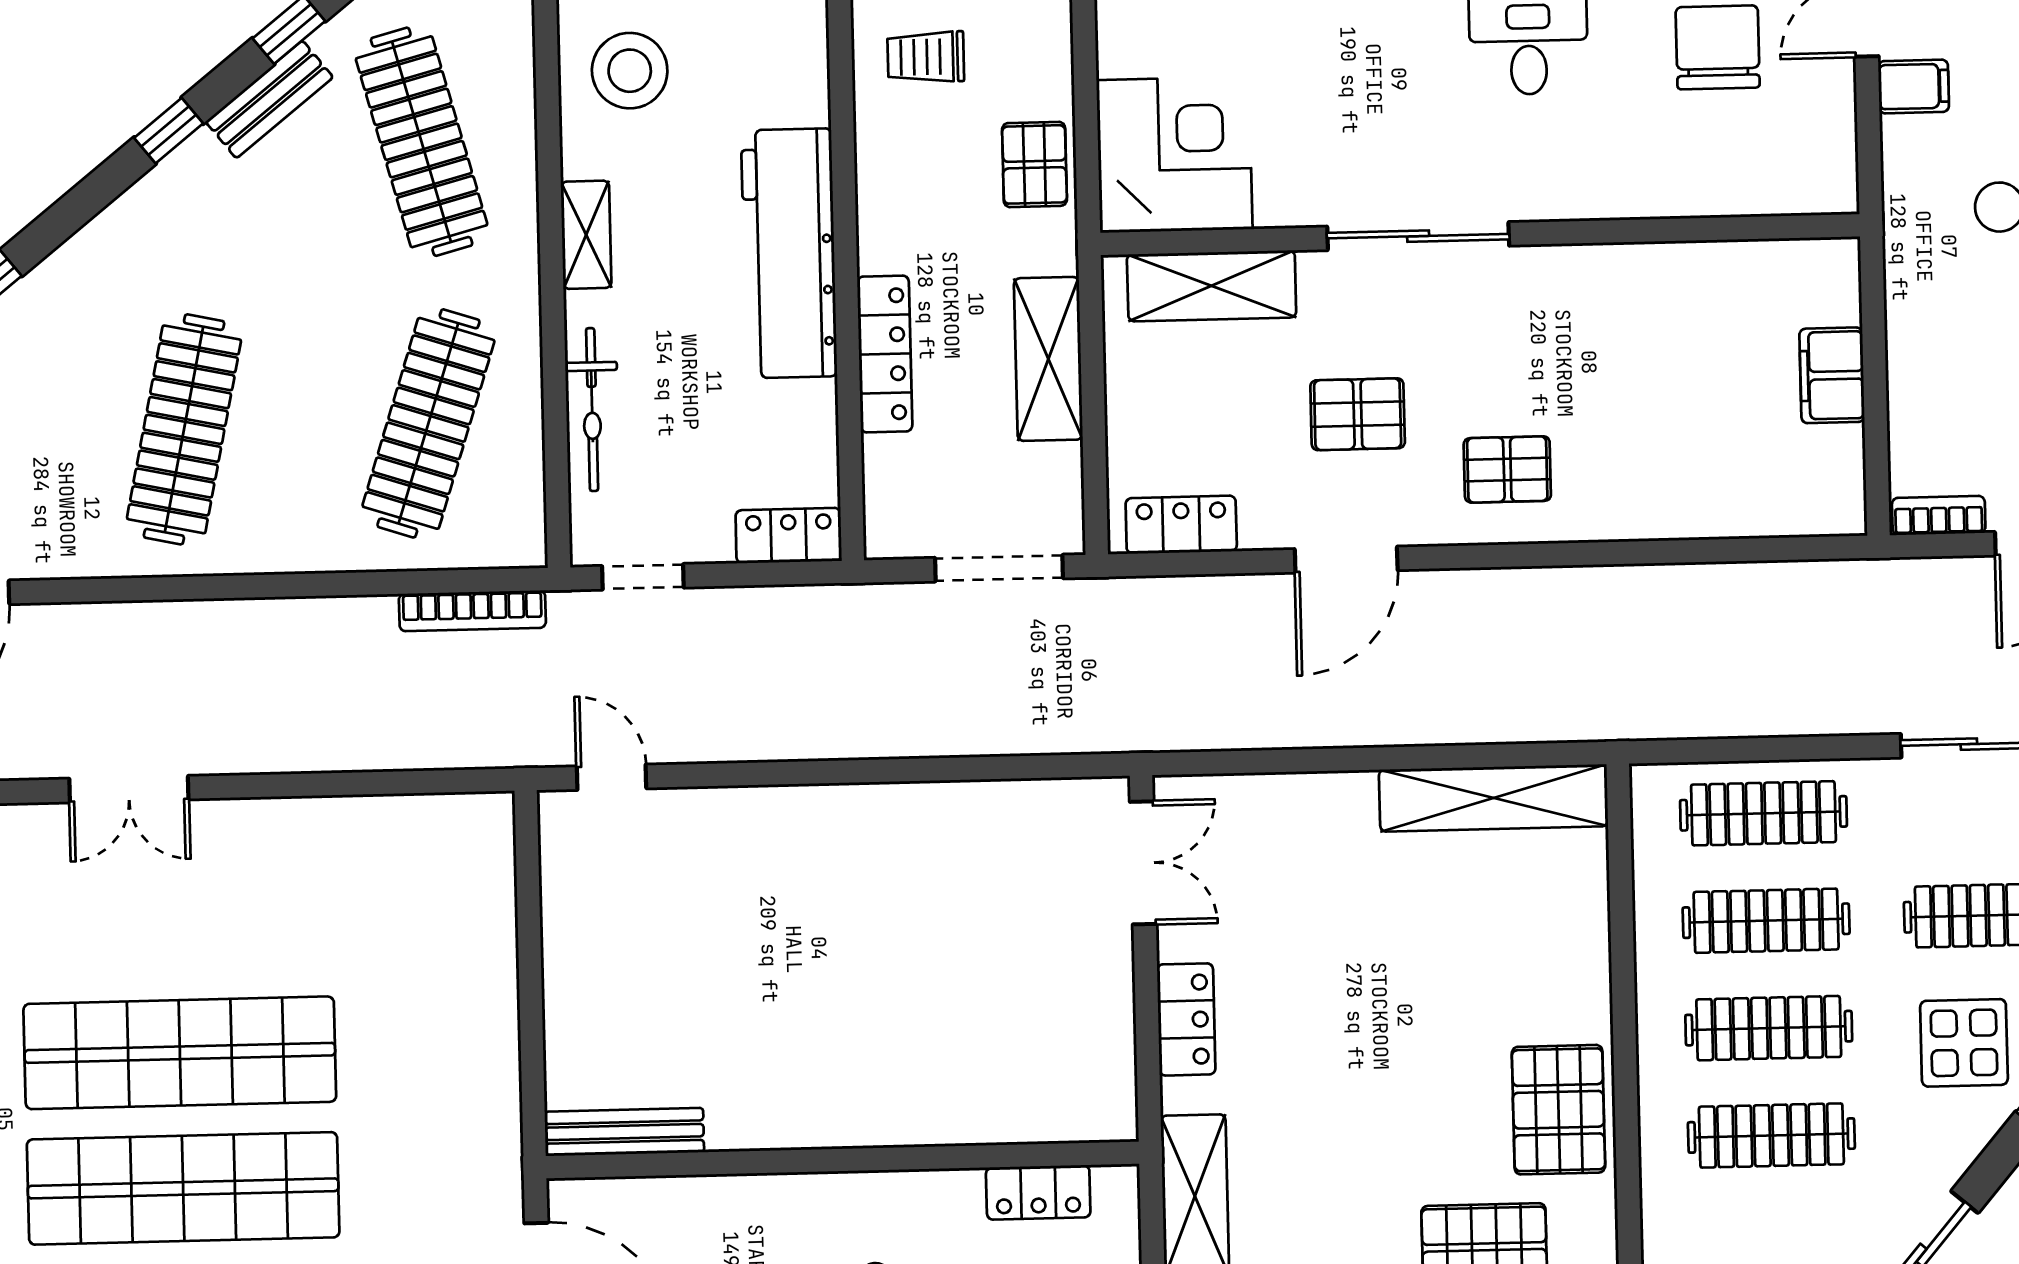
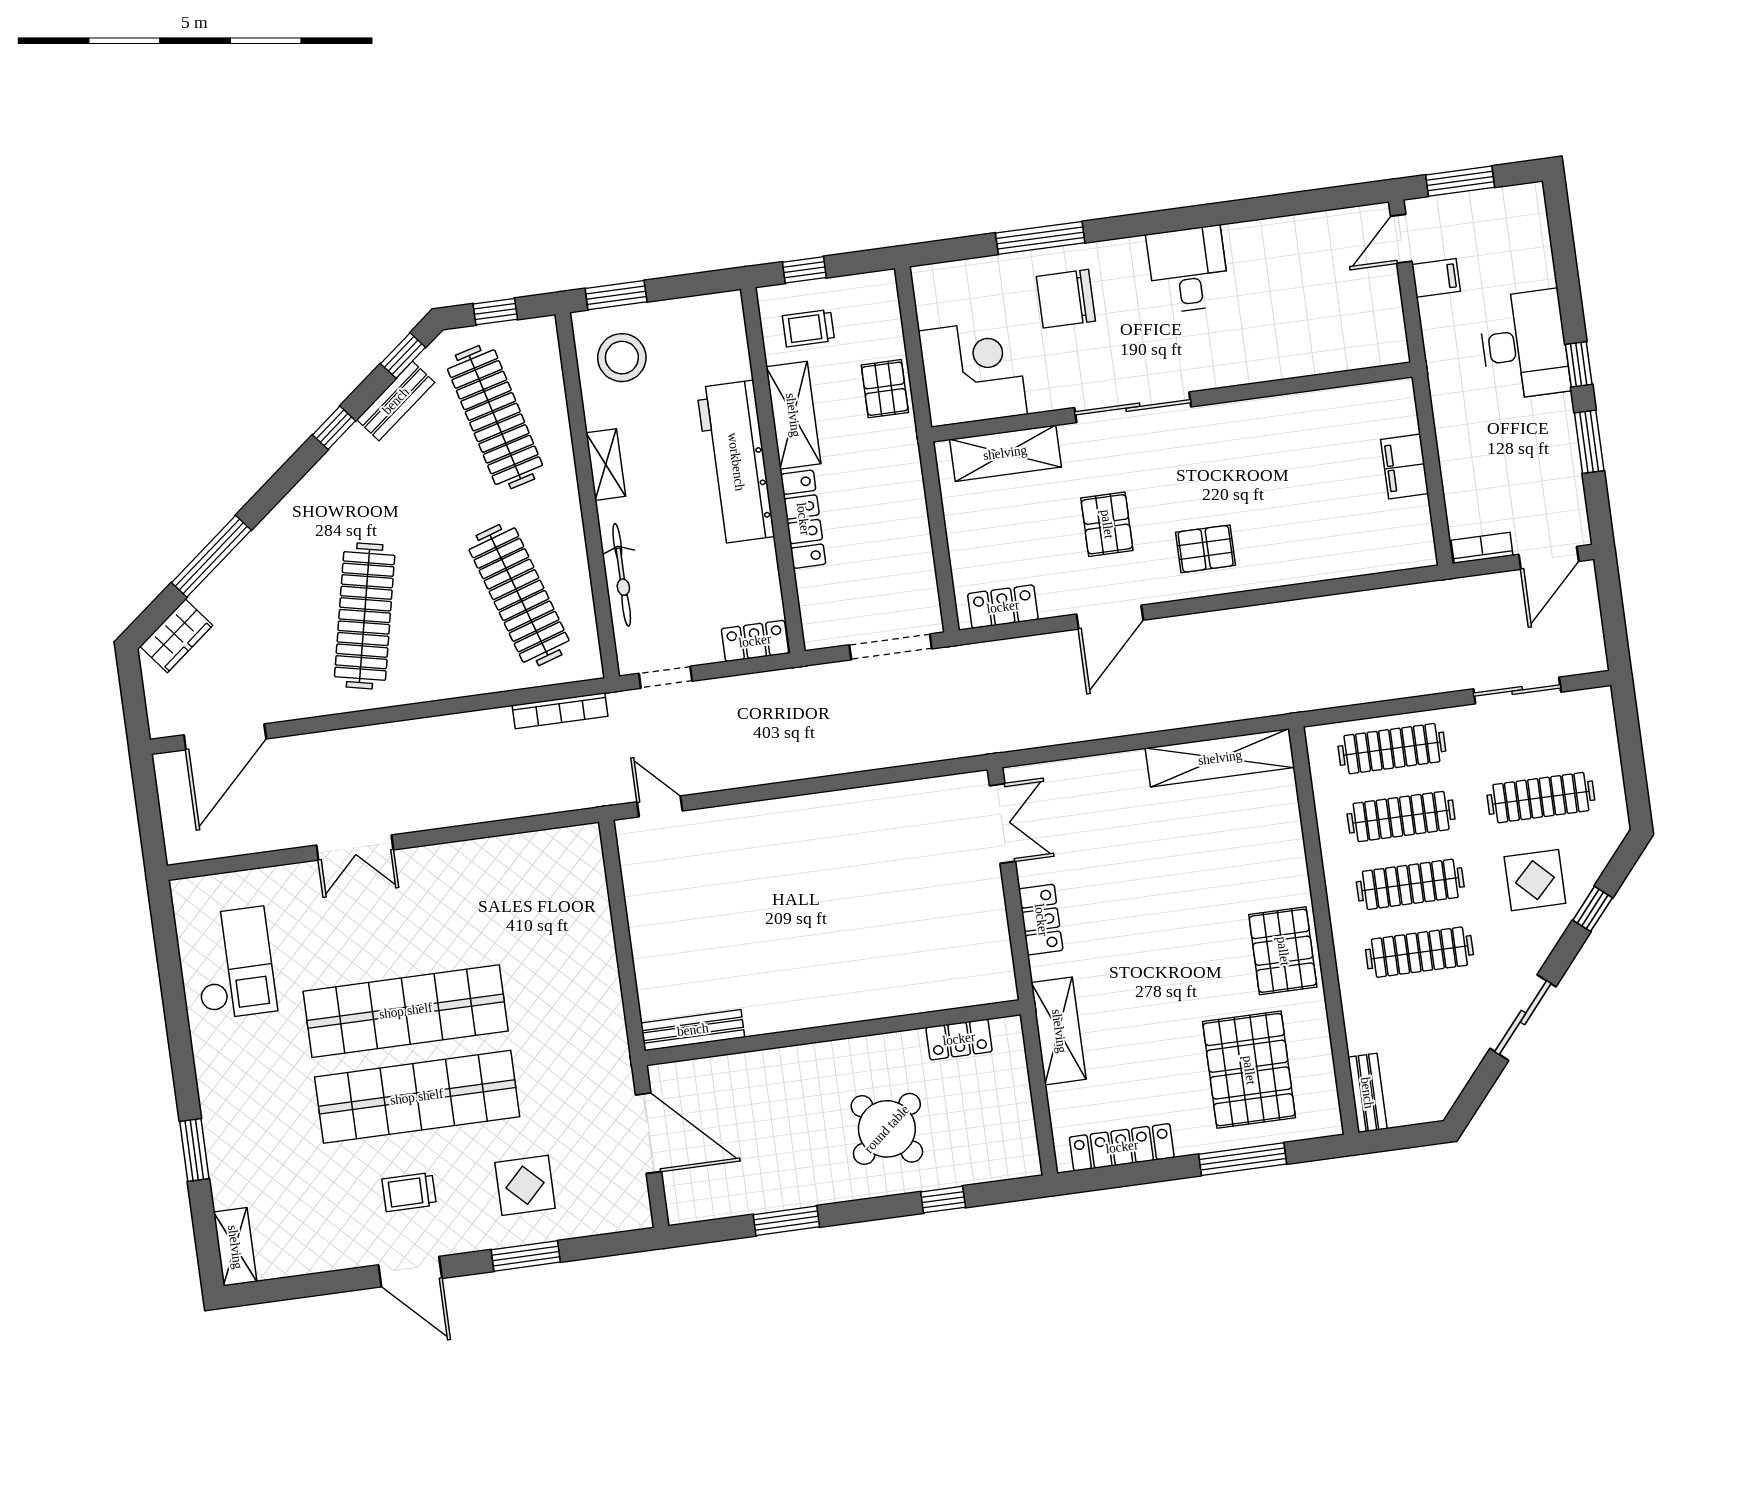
chair: (1718, 47) -> (1066, 299), moved, turned -90
shelving: (1048, 359) -> (793, 415), moved
pallet: (1358, 414) -> (1107, 524), turned 90
clothes rail: (428, 423) -> (519, 595), turned -36

